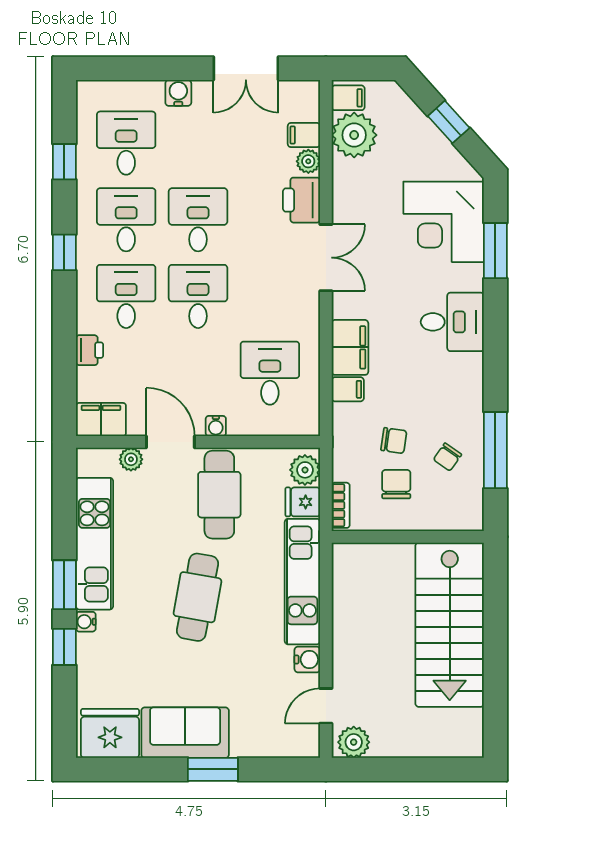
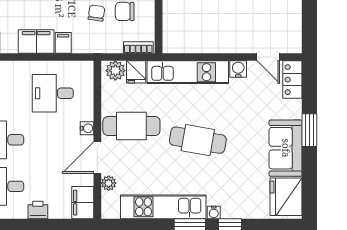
plant: (354, 742) -> (292, 39), removed
locker: (291, 743) -> (292, 80), added

